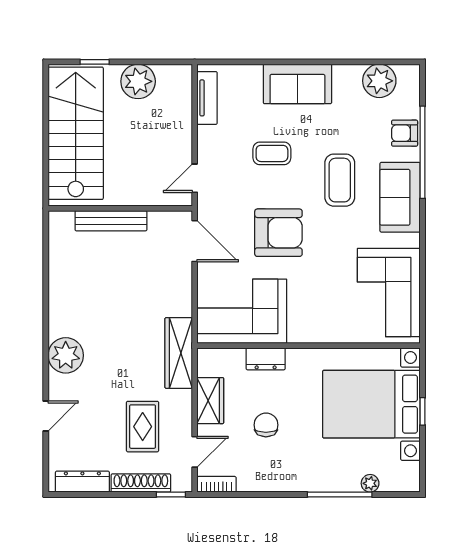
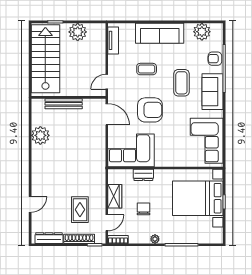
sofa: (297, 84) -> (160, 33), width x1.36
wardrobe: (179, 353) -> (99, 172), removed
plant: (66, 355) -> (40, 135), moved
plant: (370, 483) -> (155, 239), moved

